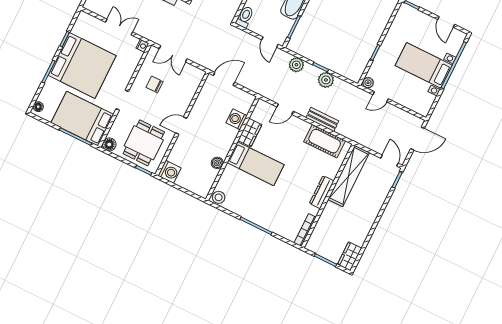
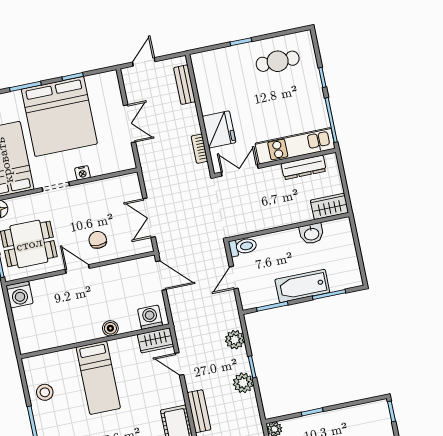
door: (270, 42) -> (234, 278), moved
nightstand: (142, 46) -> (82, 173), moved
double door: (173, 54) -> (149, 218), moved
chair: (155, 84) -> (98, 240), moved
washing machine: (237, 119) -> (150, 317), moved
wardrobe: (250, 133) -> (156, 340), moved
boiler: (217, 163) -> (110, 328), moved
stool: (219, 197) -> (45, 392), moved

